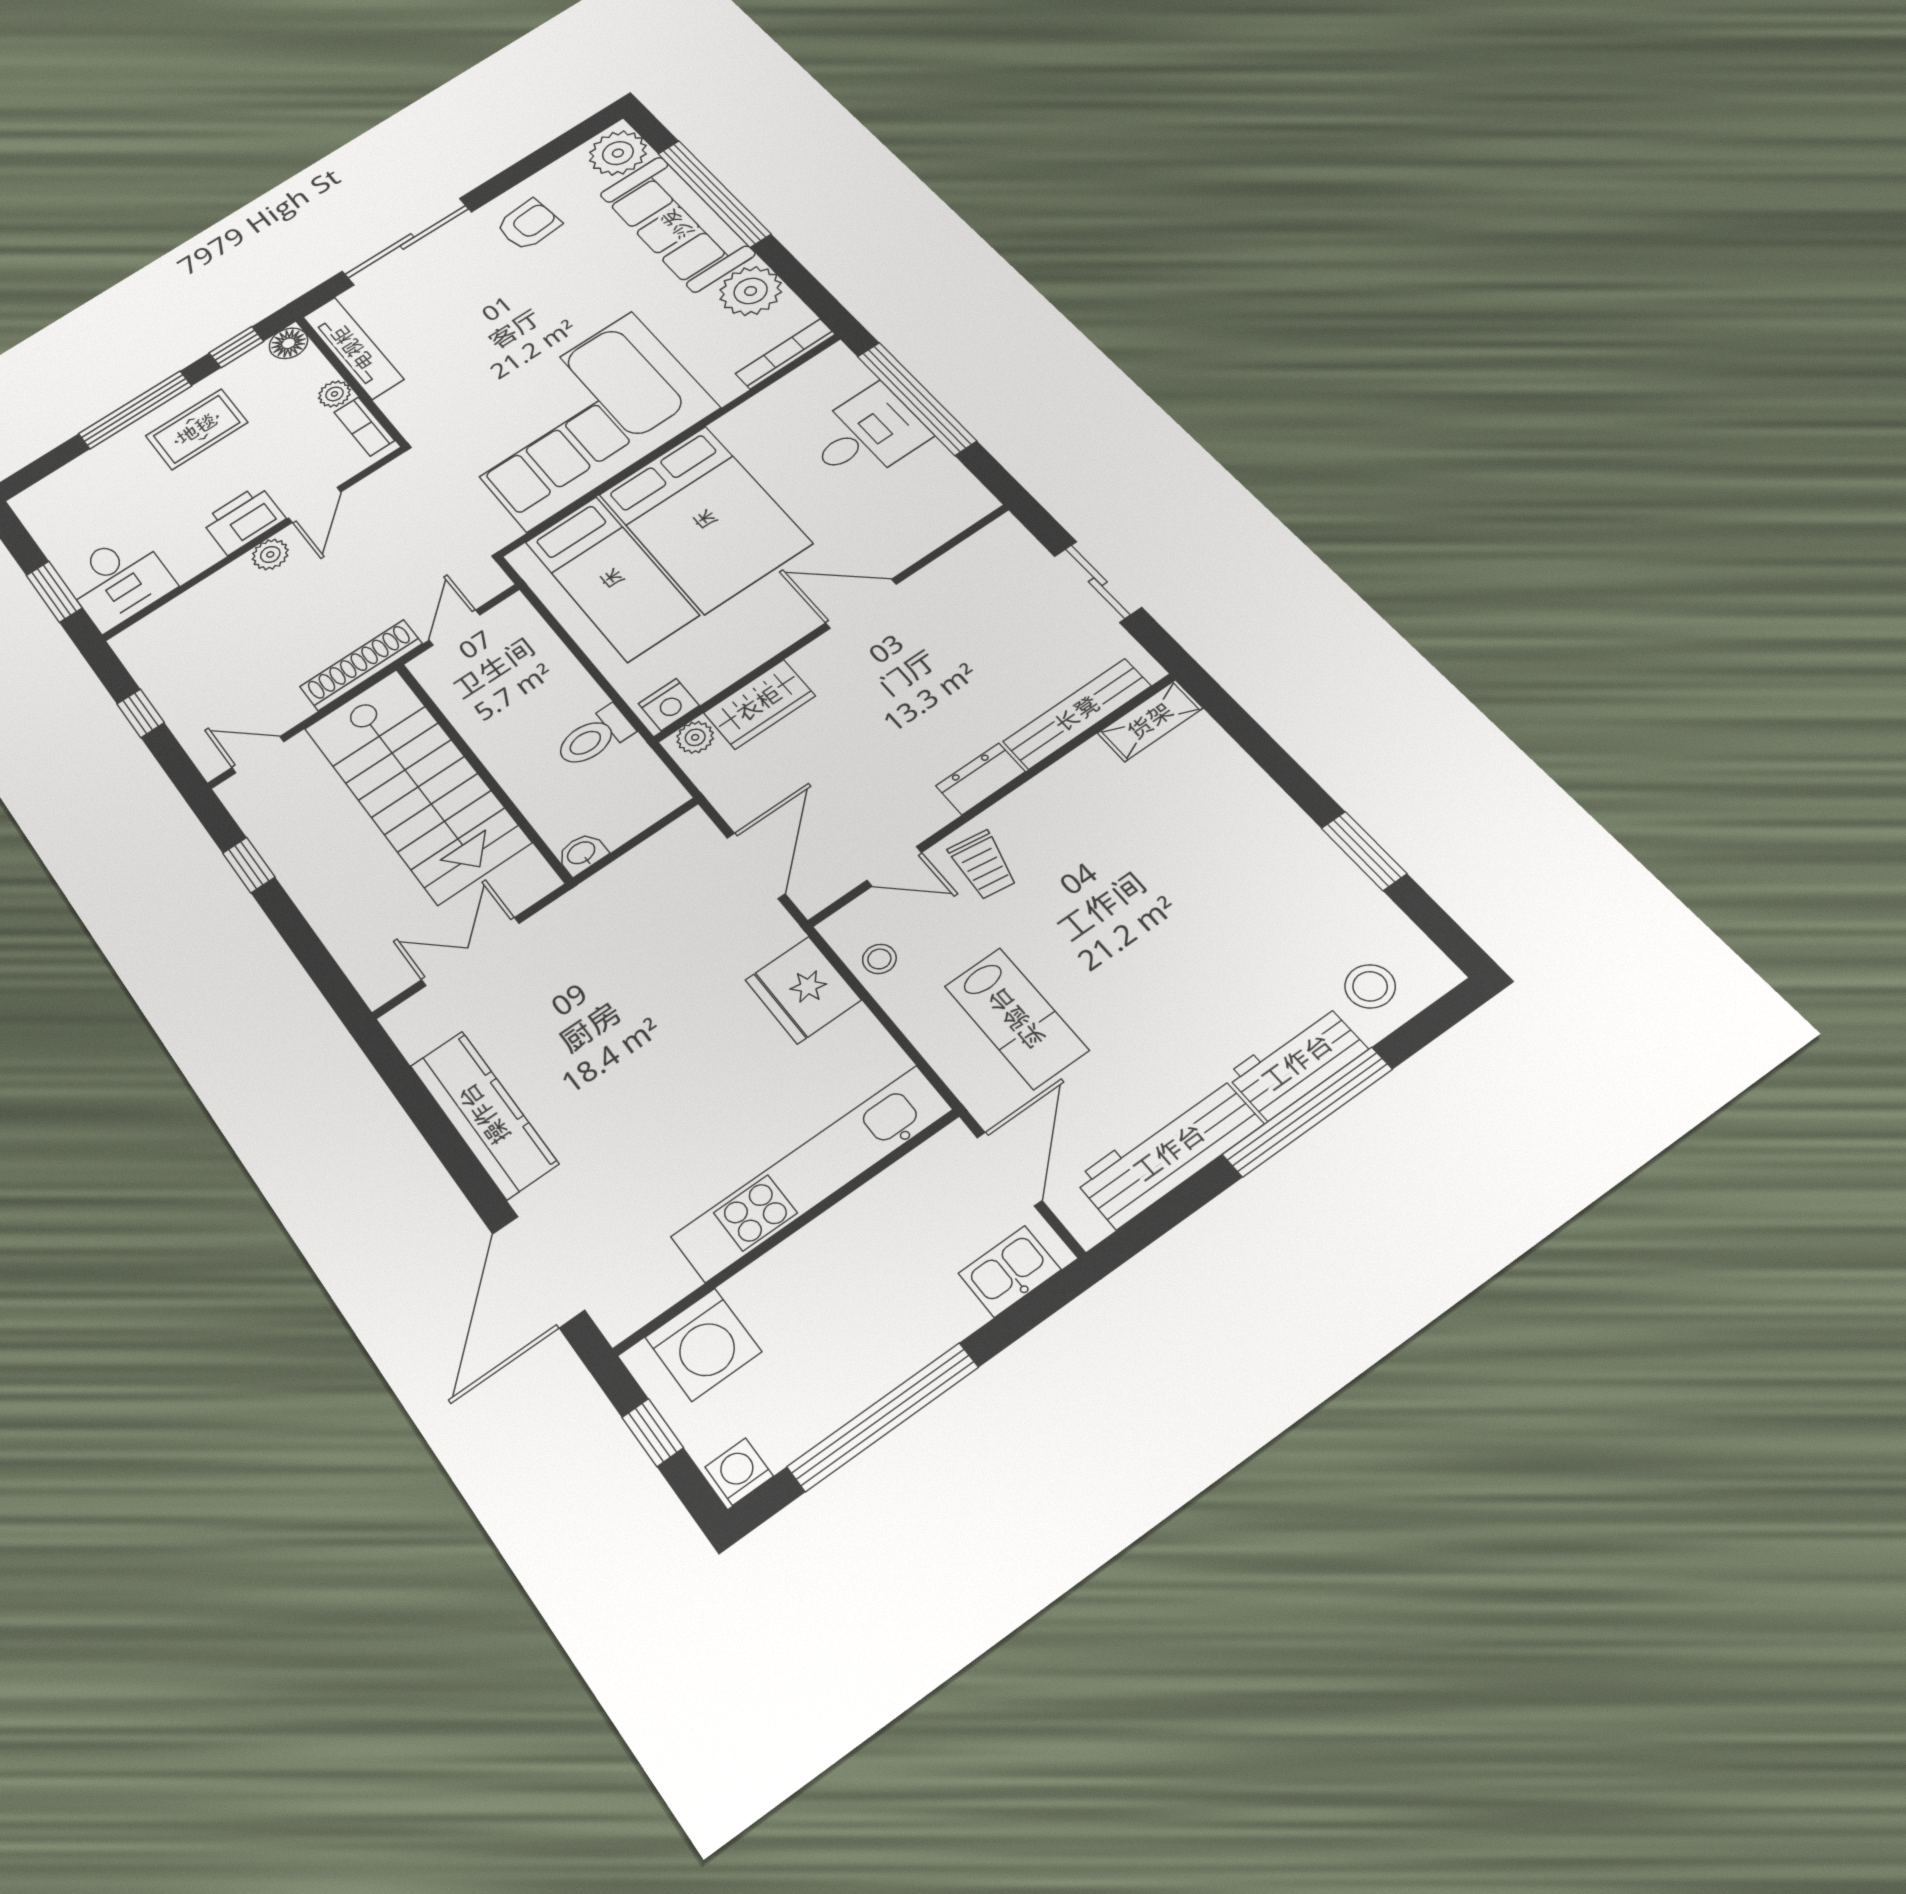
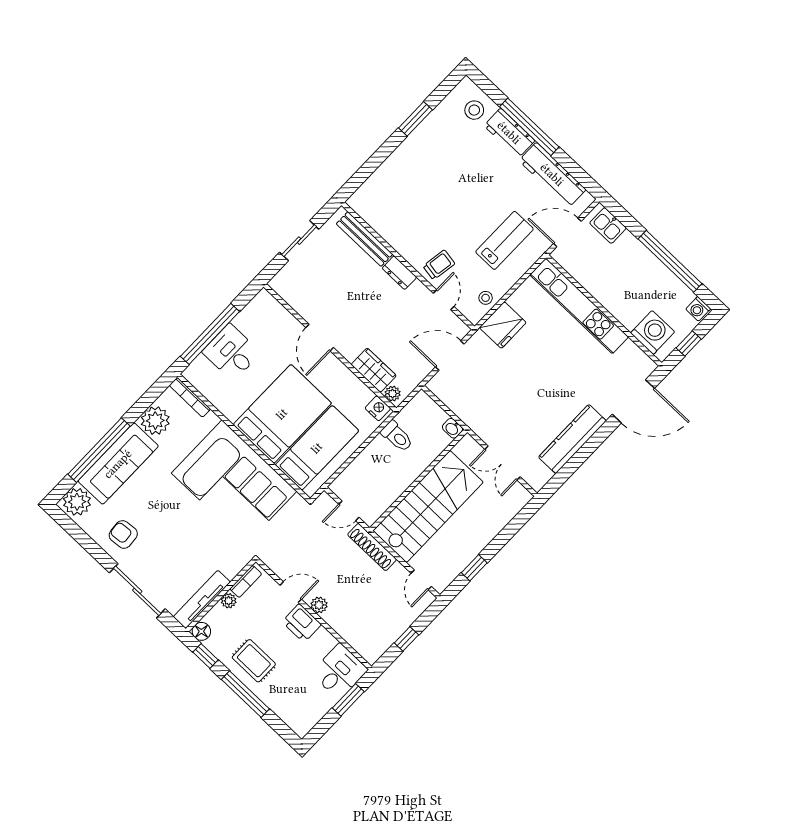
shelving: (1150, 721) -> (365, 209), removed

